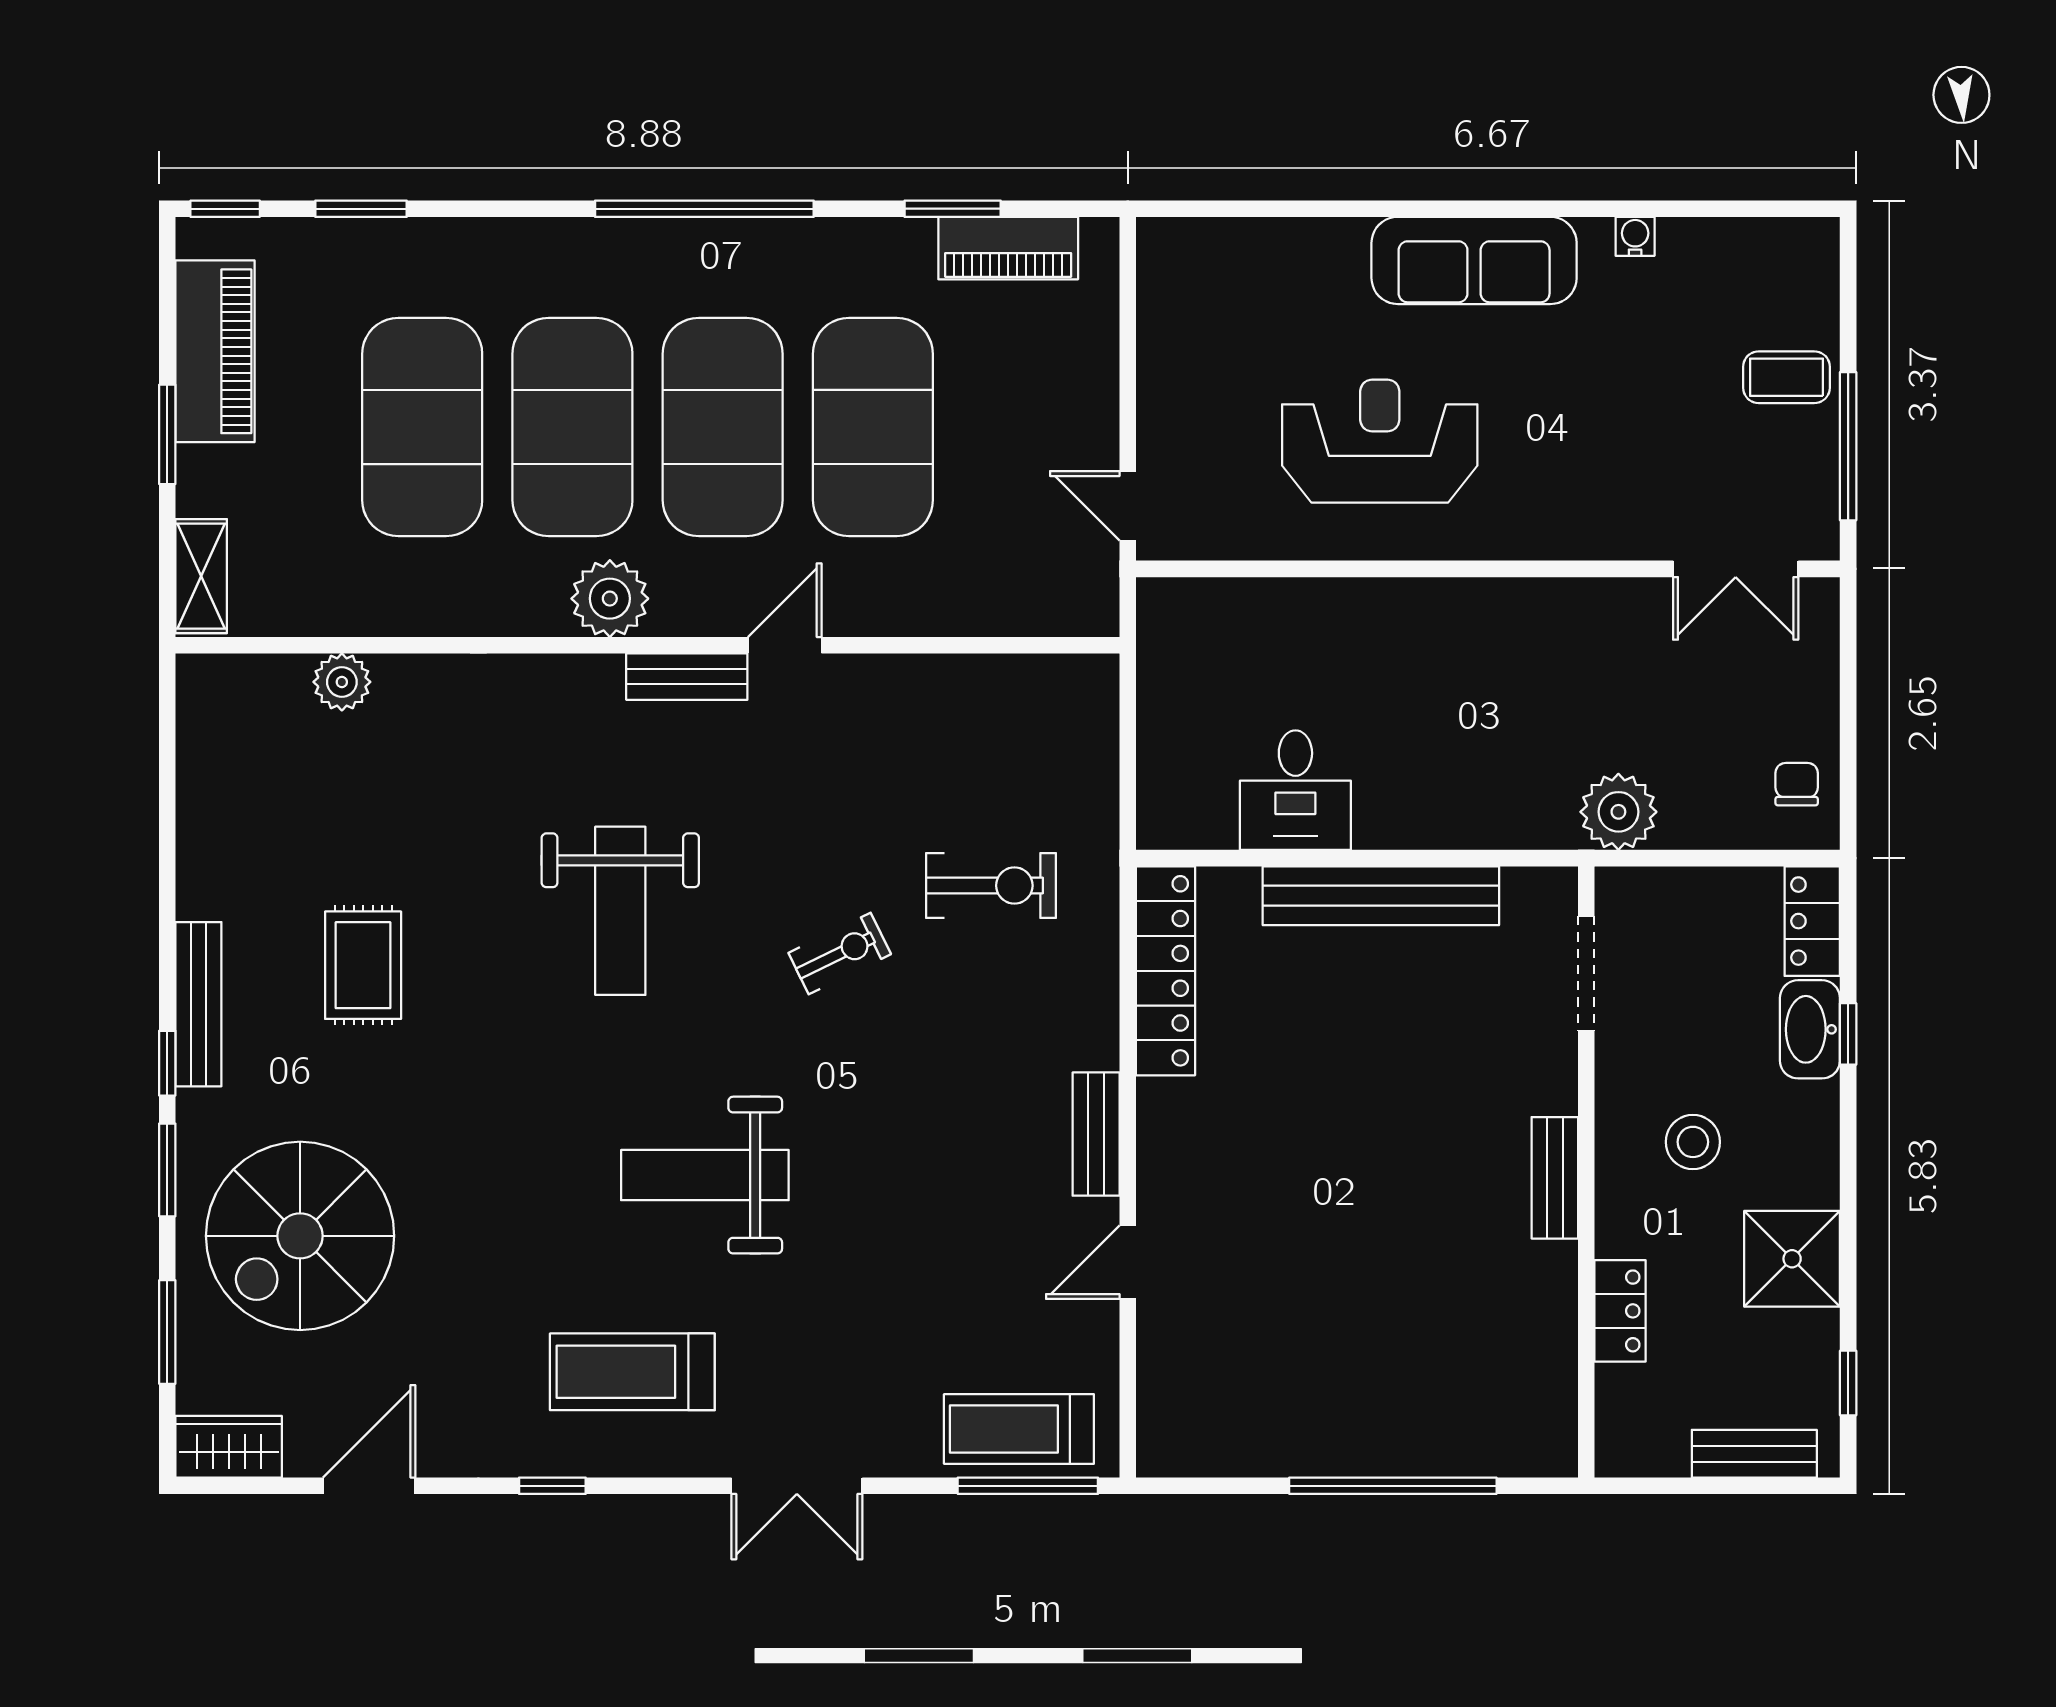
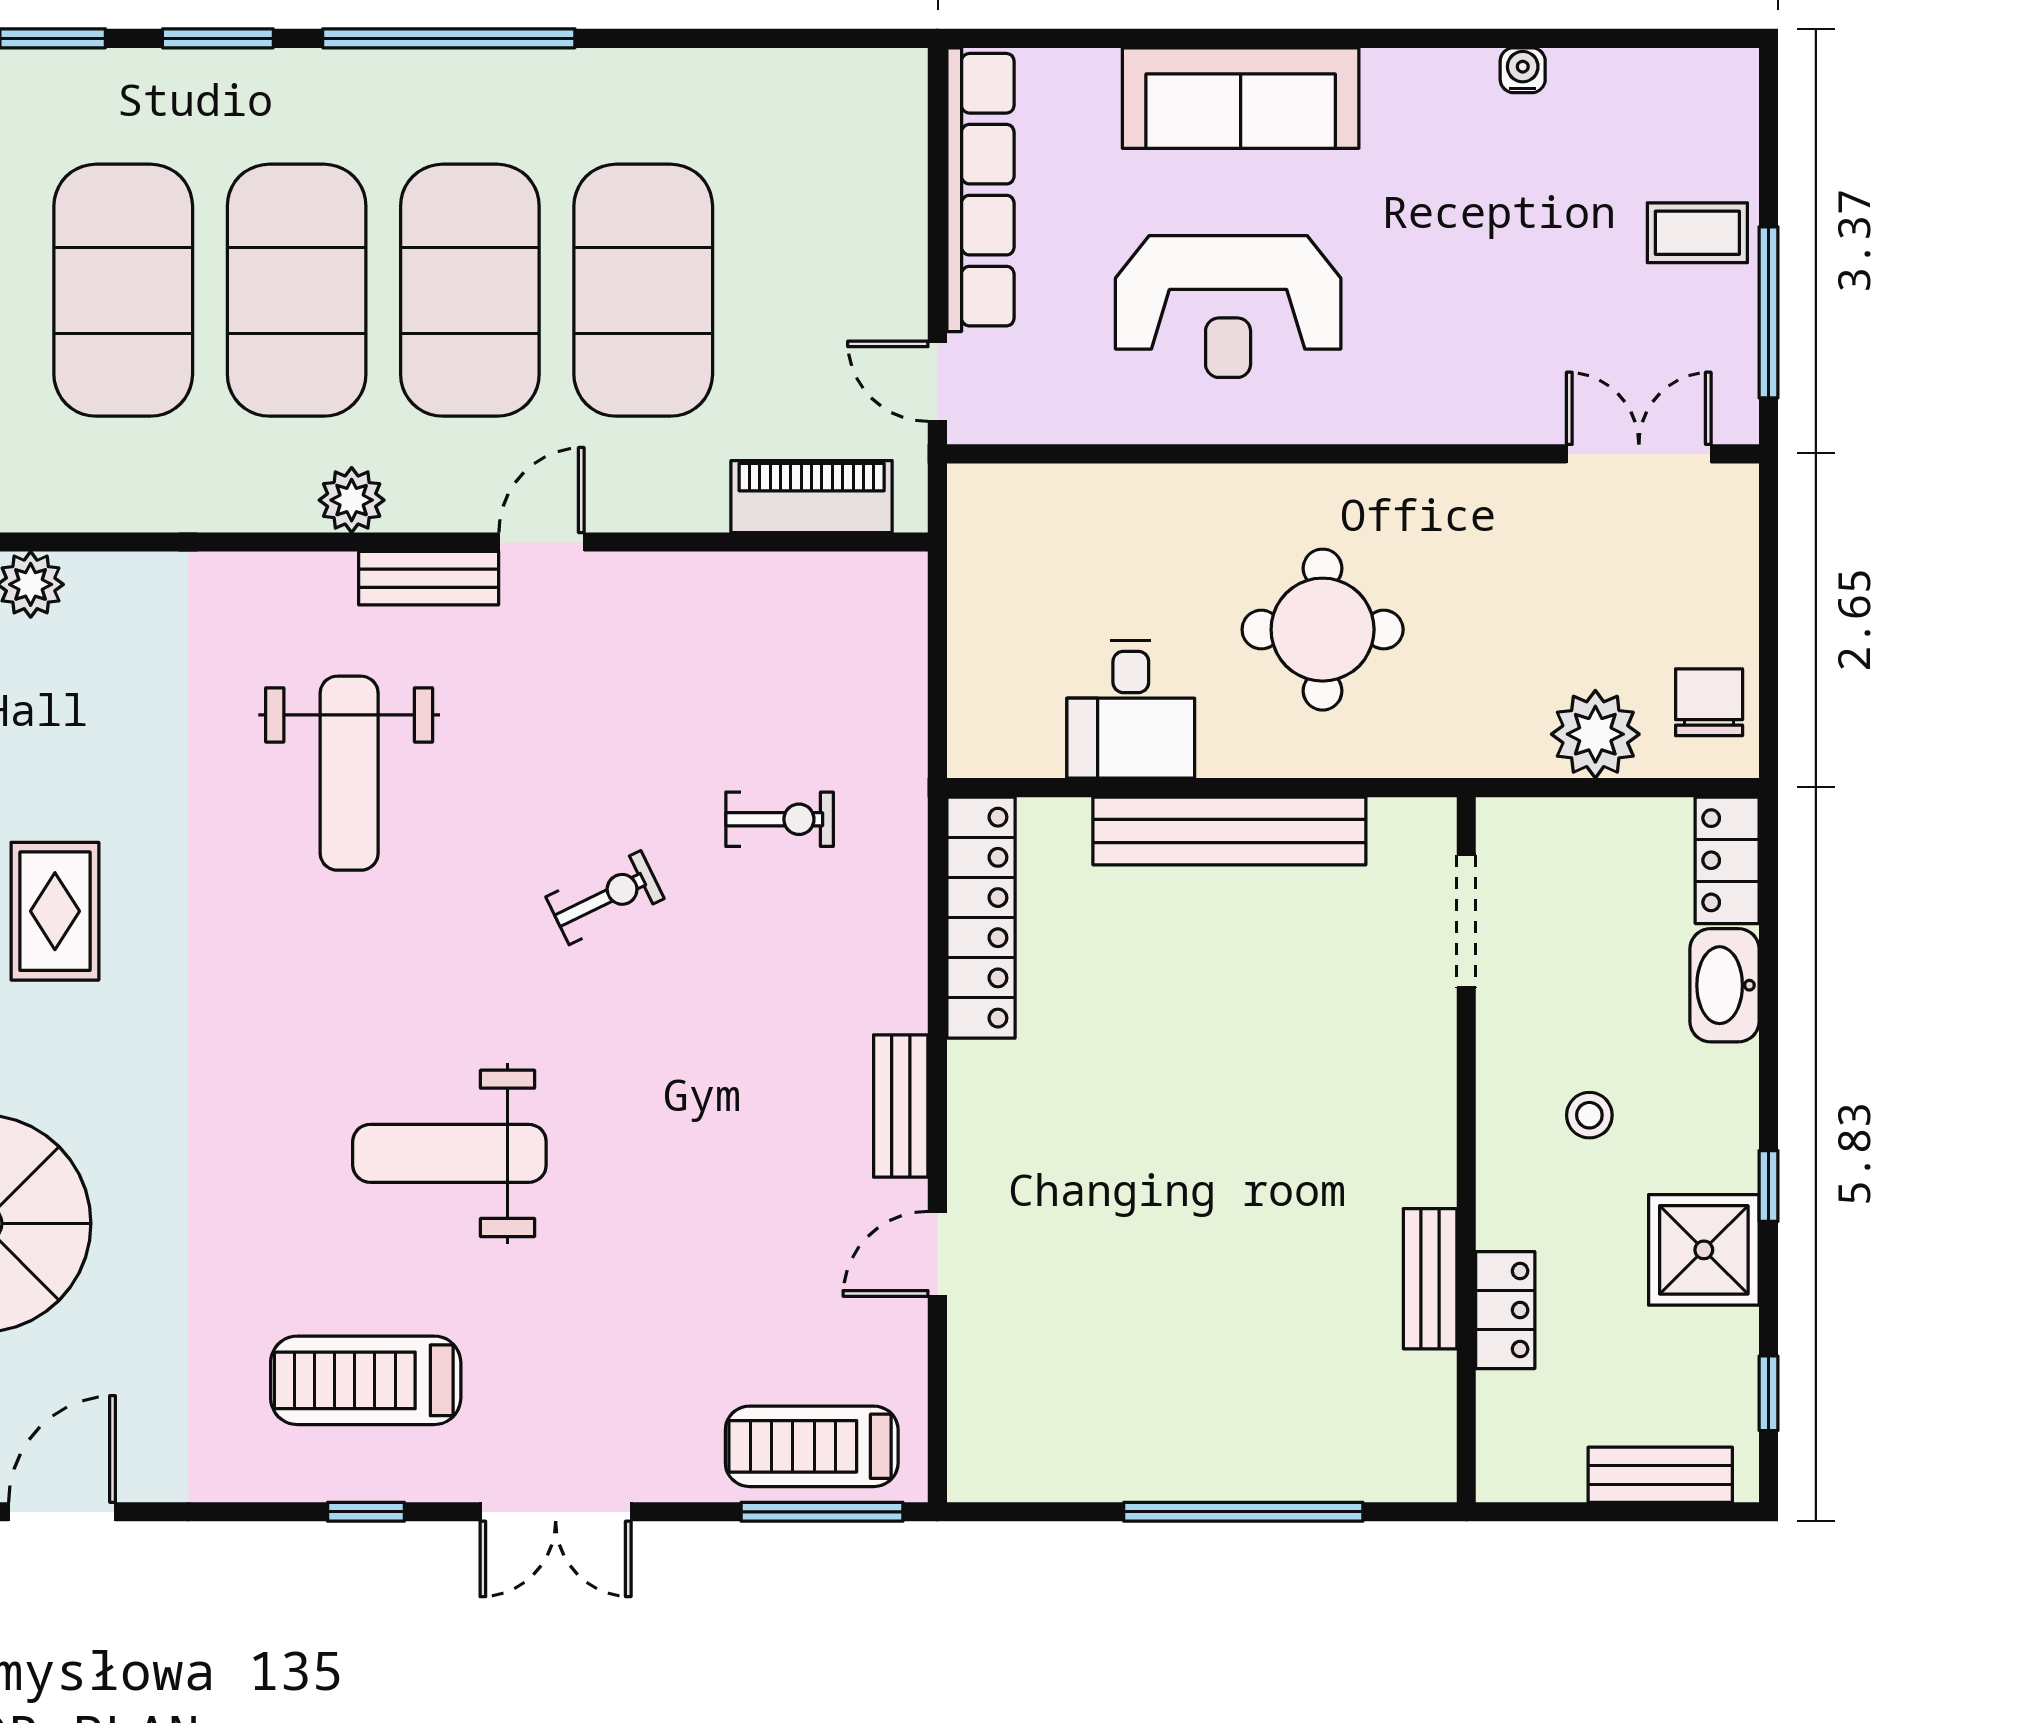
window: (953, 209) -> (218, 38), moved
piano: (1008, 248) -> (812, 497), moved, turned 180
sofa: (1474, 260) -> (1241, 98), moved
row of seats: (1165, 340) -> (980, 190), added
reception desk: (1380, 441) -> (1228, 307), turned 180
double door: (1736, 569) -> (1639, 454), swing flipped
plant: (610, 599) -> (352, 500), width x0.73, depth x0.73
round table: (1462, 721) -> (1323, 630), added
chair: (1797, 784) -> (1709, 702), width x1.37, depth x1.37
plant: (1618, 812) -> (1595, 734), moved
exercise bike: (991, 886) -> (780, 819), width x0.73, depth x0.72
weight bench: (620, 911) -> (349, 773), moved
window: (1848, 1034) -> (1769, 1186), moved
stool: (1693, 1142) -> (1589, 1115), width x0.73, depth x0.73
bench: (1555, 1178) -> (1430, 1279), moved
window: (552, 1486) -> (366, 1512), moved

